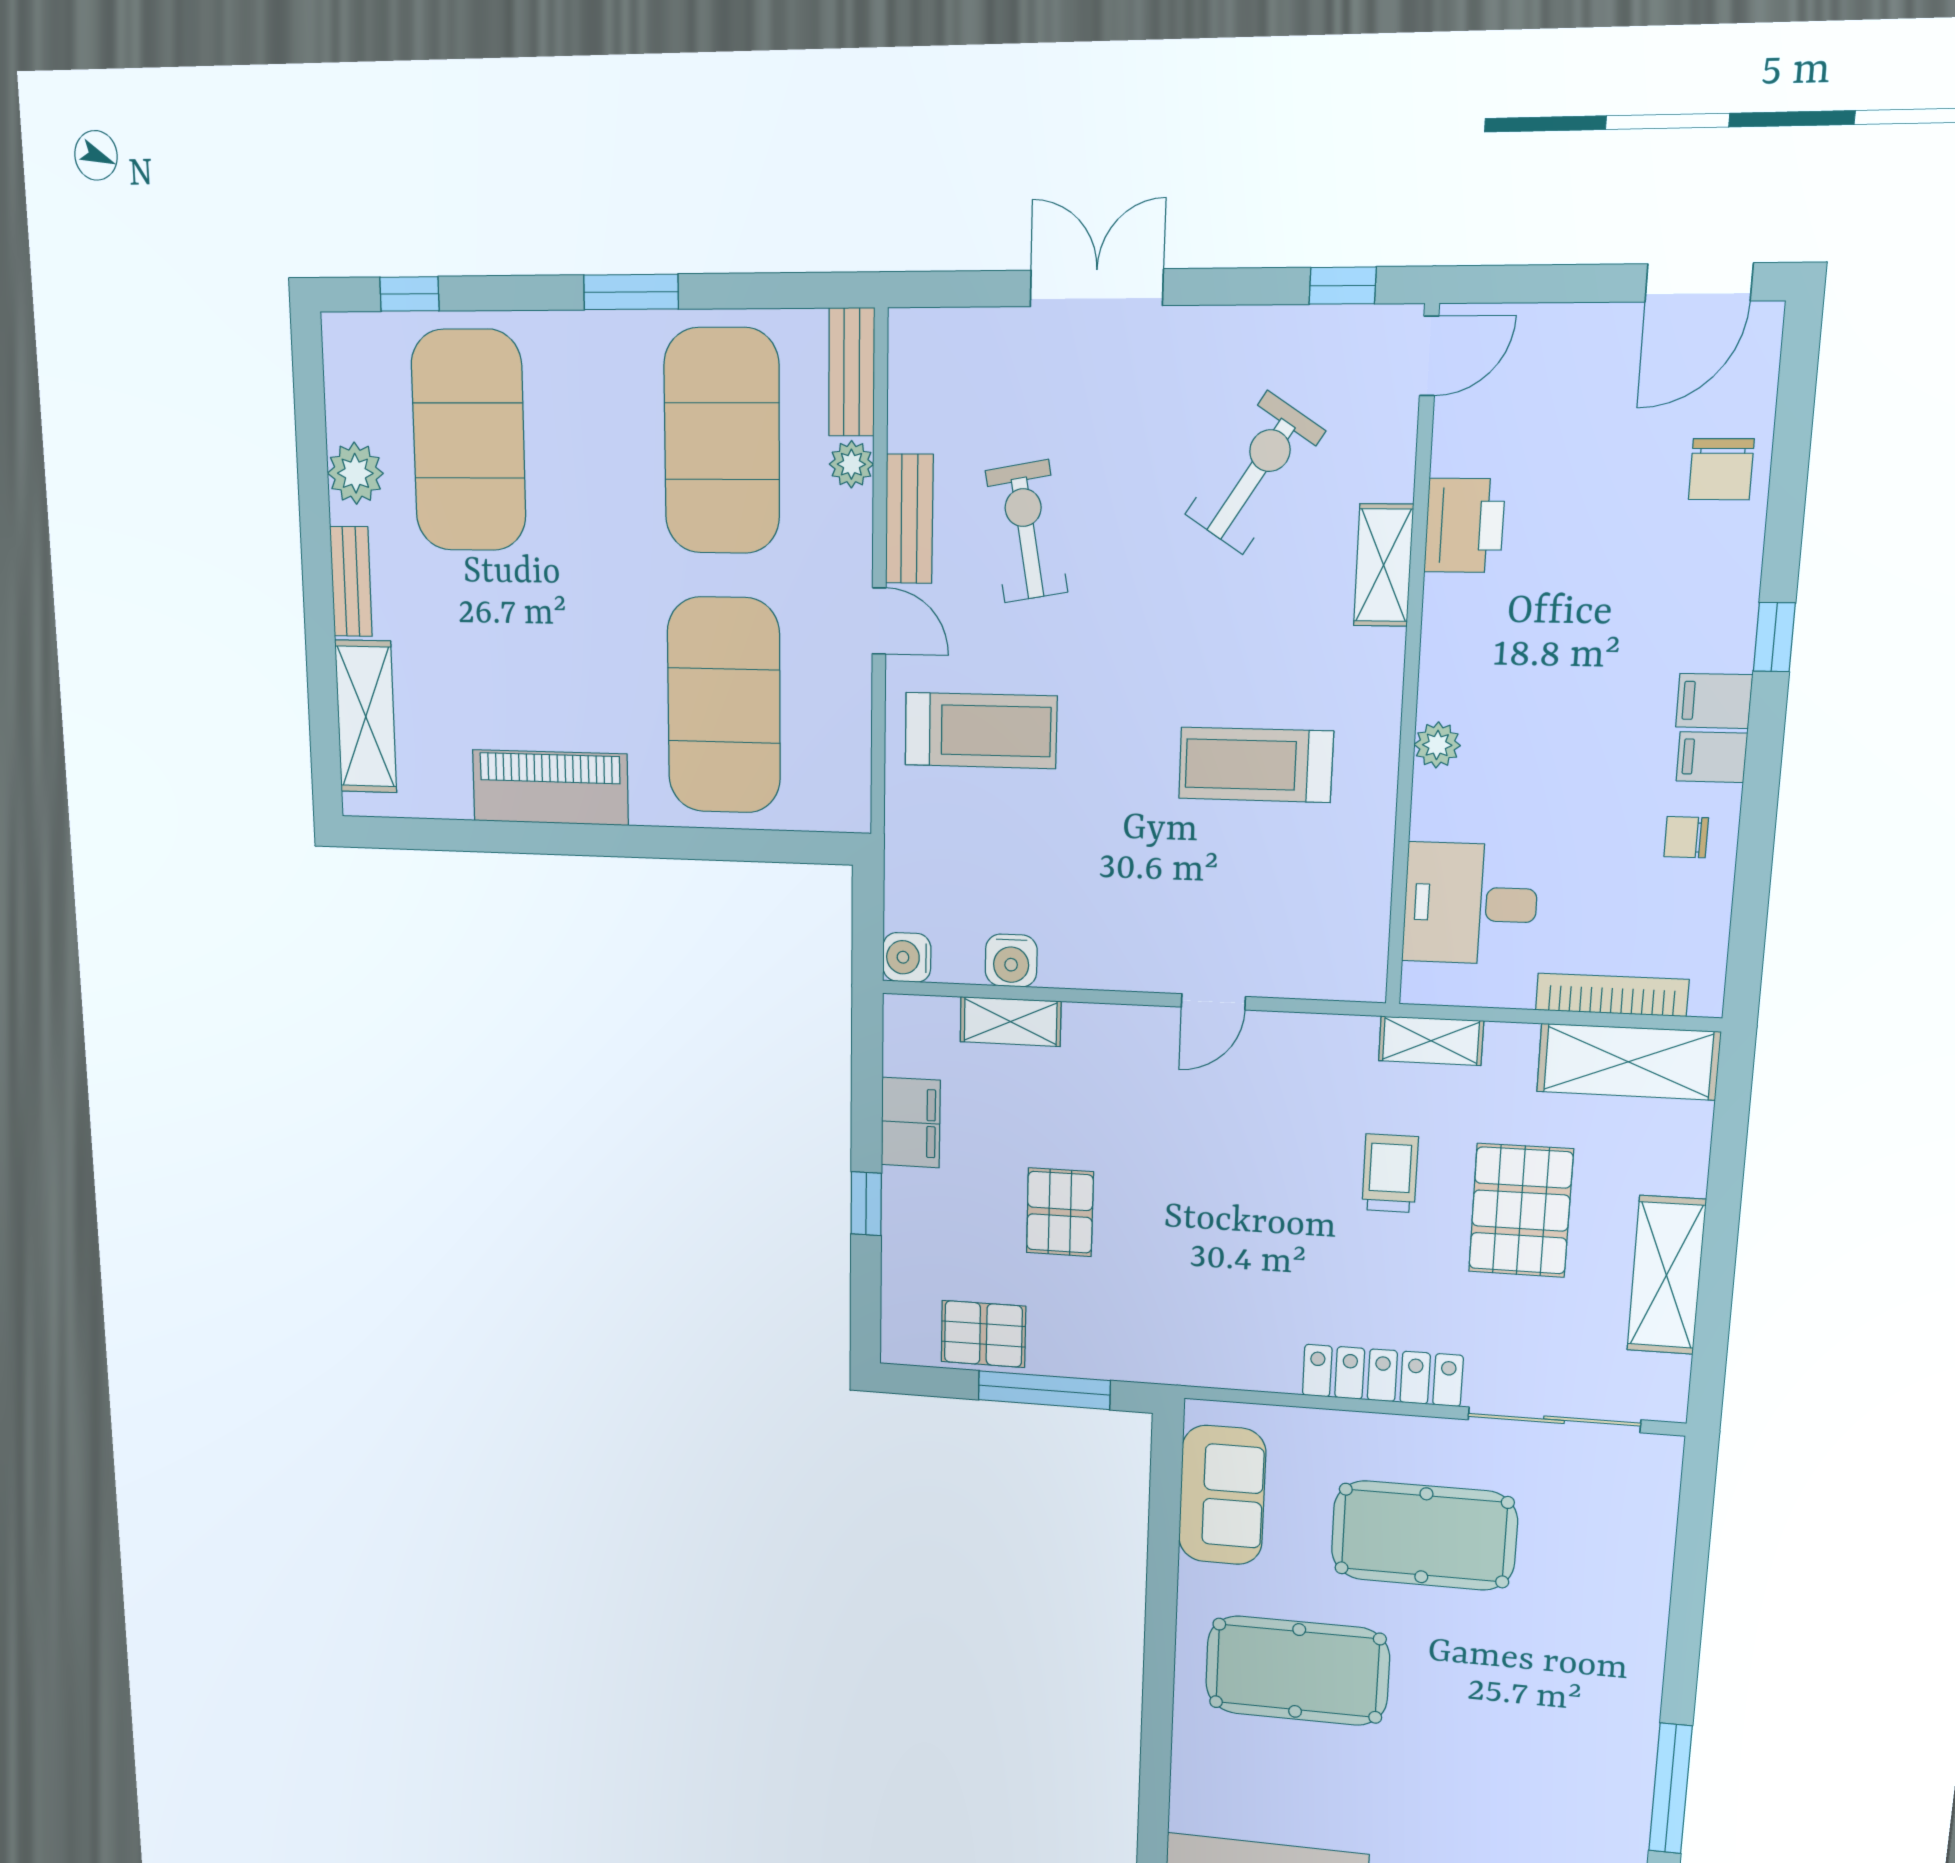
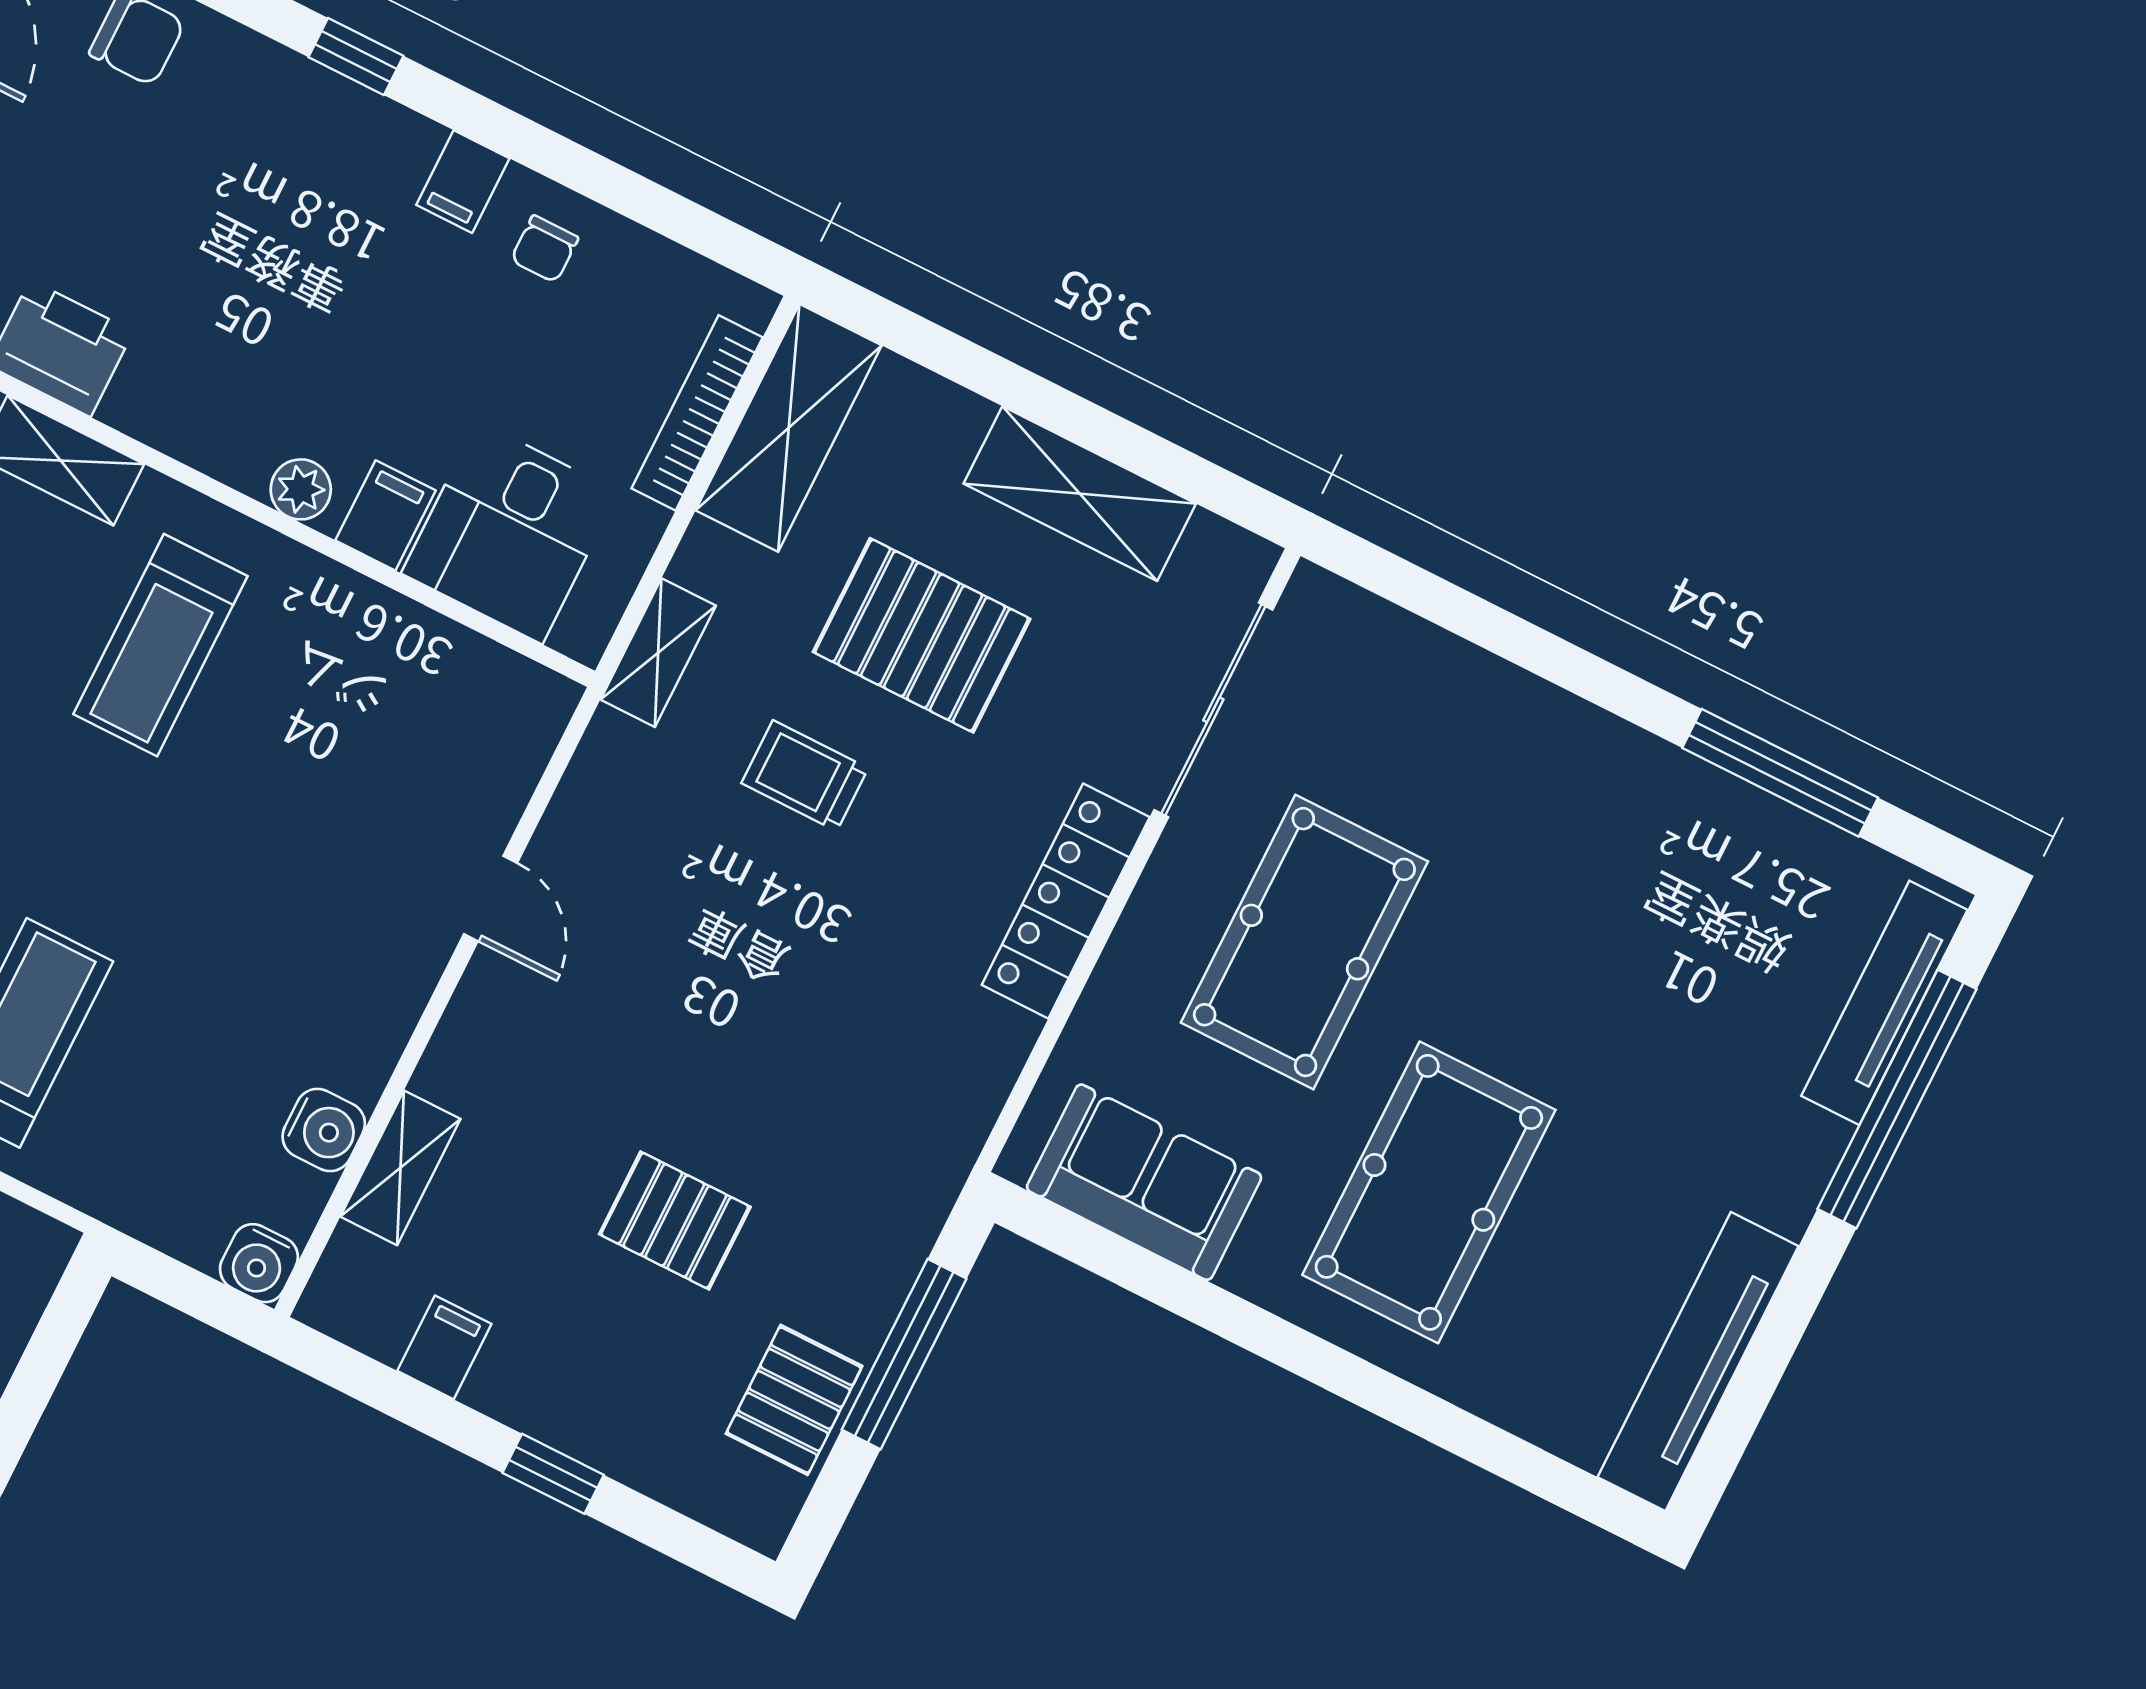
filing cabinet: (1714, 701) -> (385, 515), moved, turned 180
treadmill: (1256, 765) -> (160, 645), moved
filing cabinet: (911, 1123) -> (444, 1347), width x0.50

